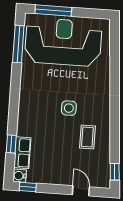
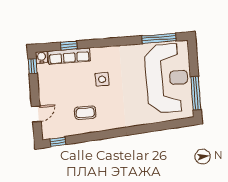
window: (53, 11) -> (196, 93), moved
side table: (69, 108) -> (102, 79), moved
row of seats: (22, 153) -> (69, 56), width x1.48

